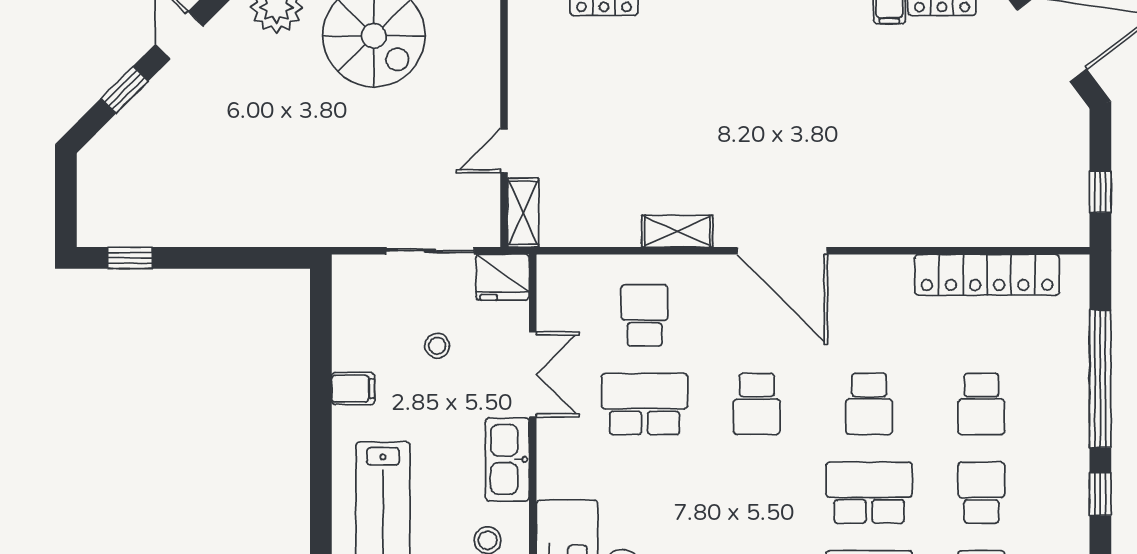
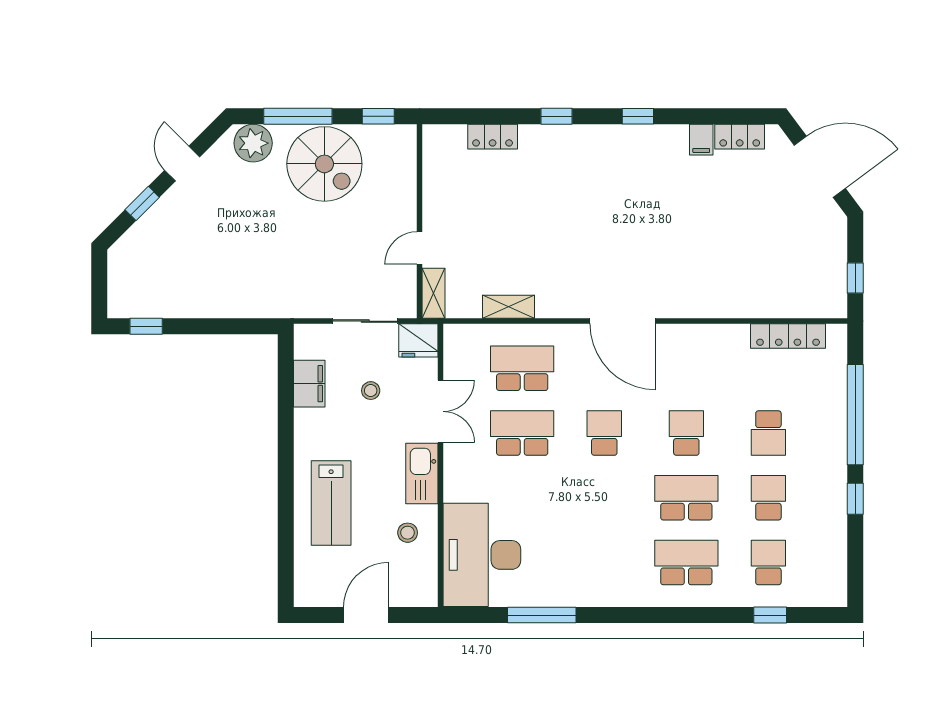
shelving: (677, 231) -> (508, 307), moved
locker: (987, 275) -> (788, 336), width x0.71, depth x0.83
school desk: (645, 315) -> (522, 368), width x1.85
filing cabinet: (353, 389) -> (309, 384), moved, width x2.00
school desk: (757, 404) -> (604, 433), turned 180
school desk: (869, 404) -> (686, 433), turned 180

